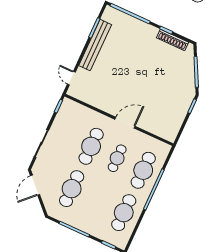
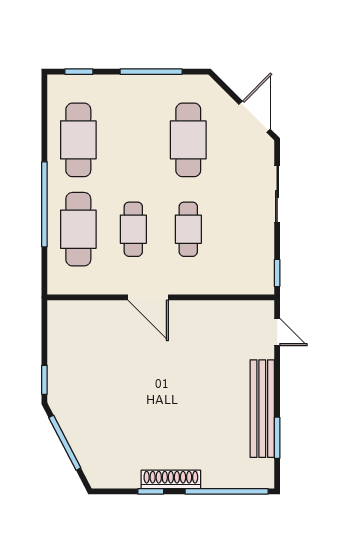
shoe rack: (173, 40) -> (171, 479), moved
door: (125, 123) -> (148, 297), hinge flipped
cafe table: (91, 146) -> (188, 229), width x0.73, depth x0.74

